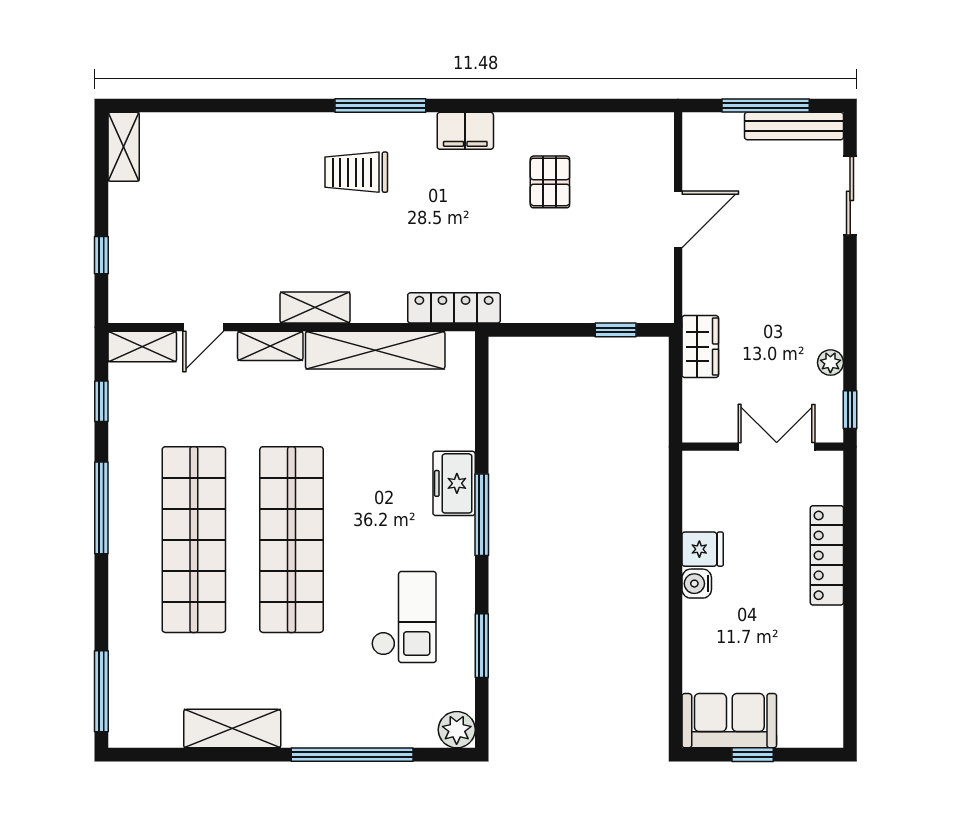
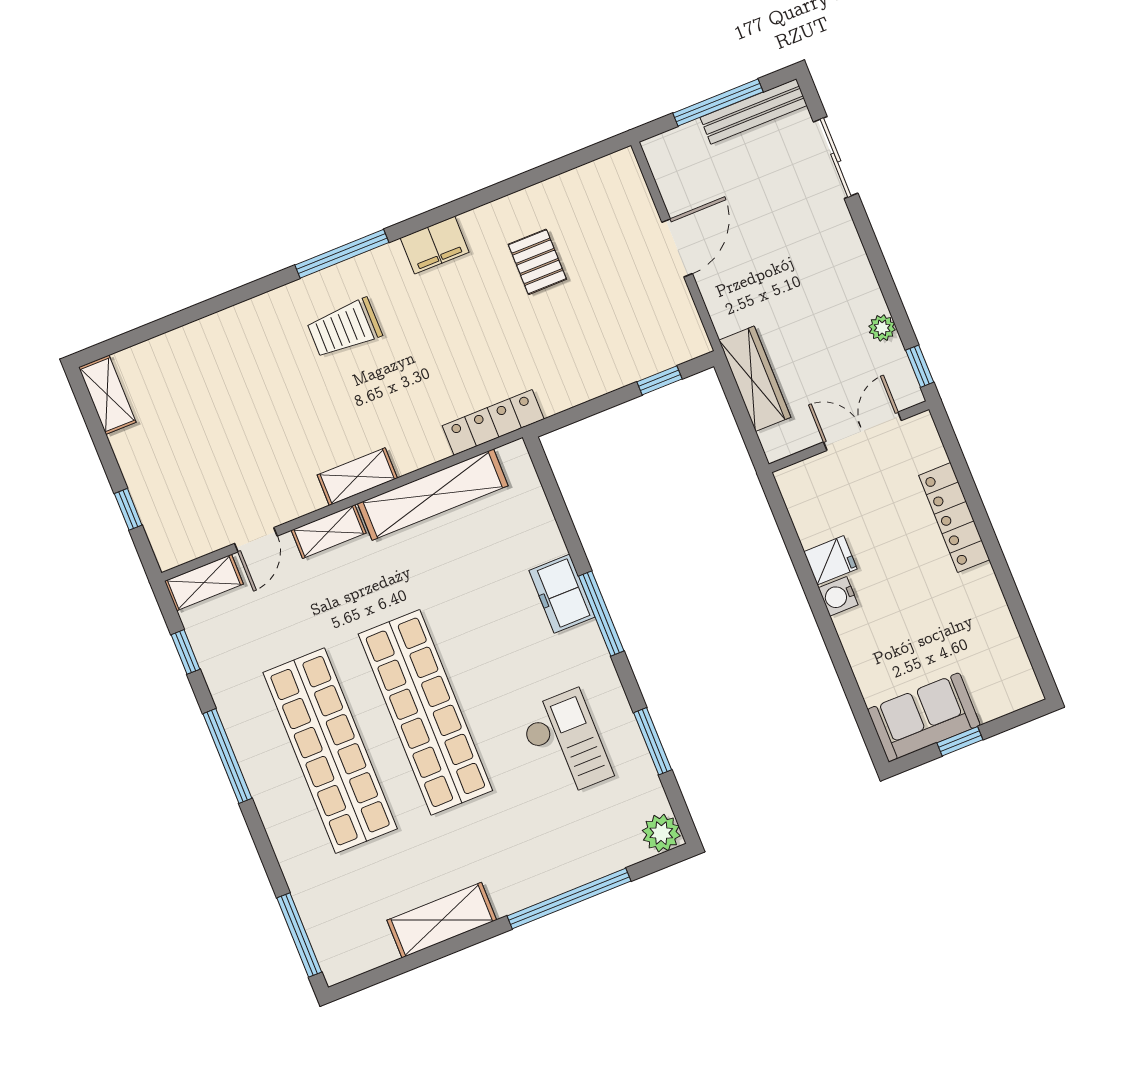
wardrobe: (700, 347) -> (755, 379), width x1.50

